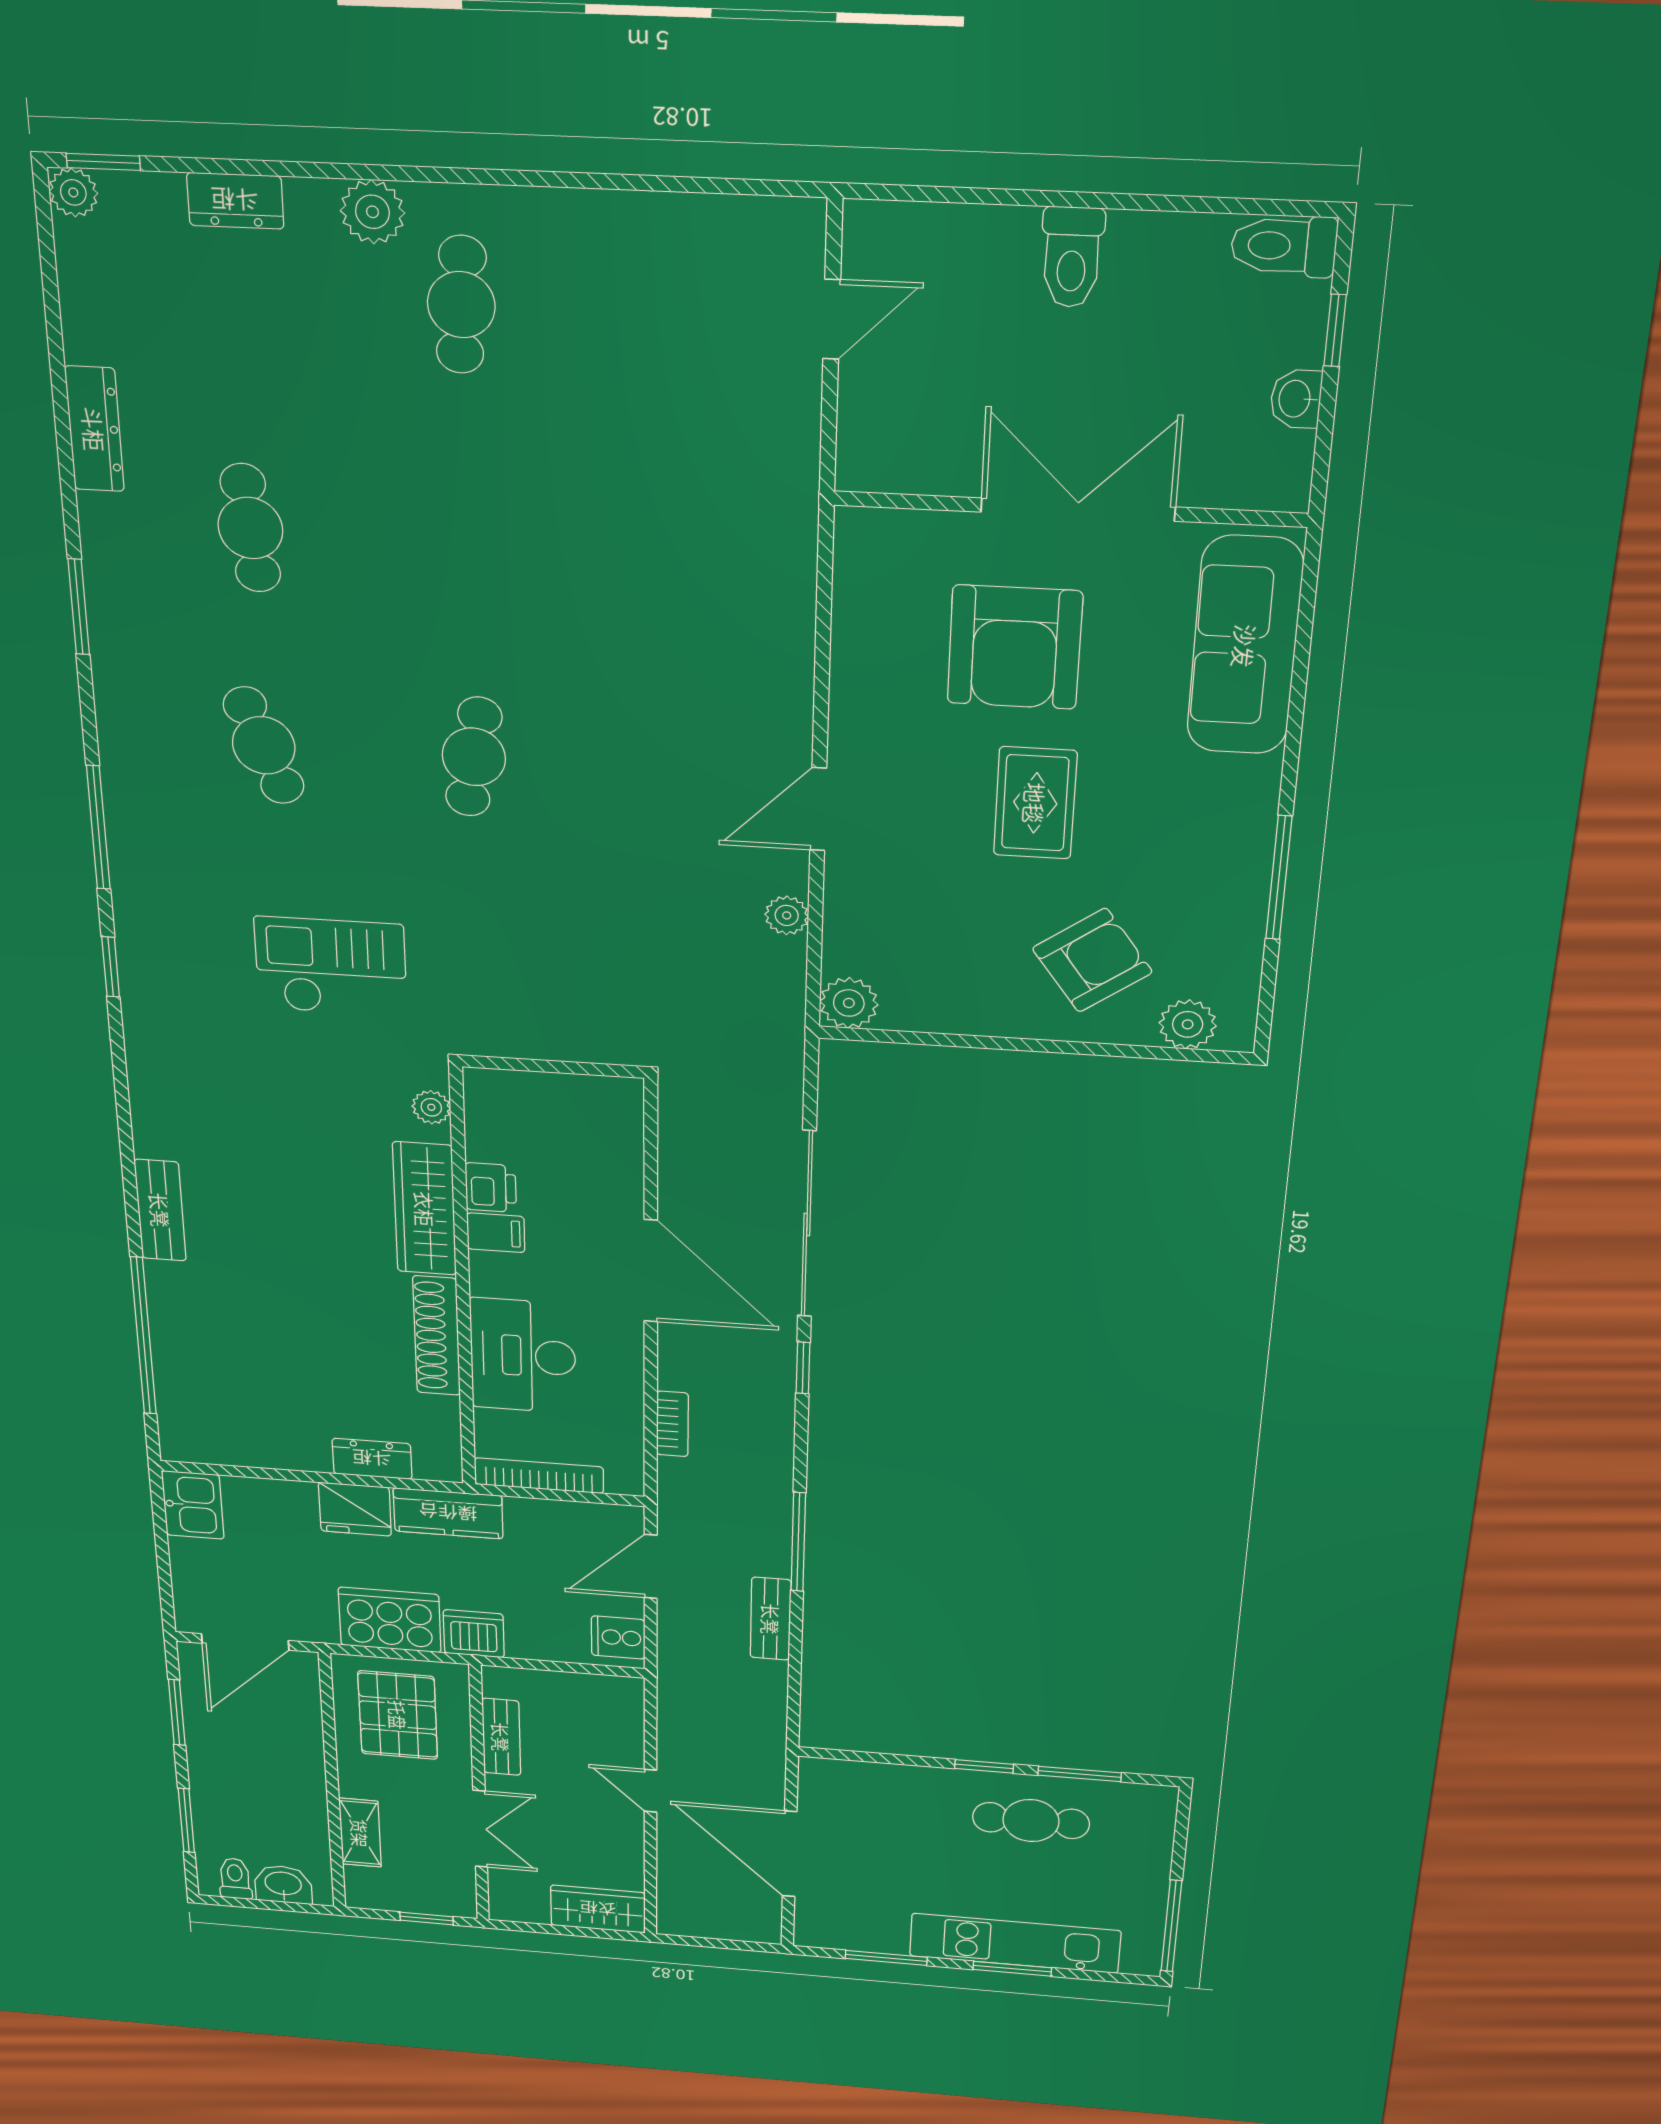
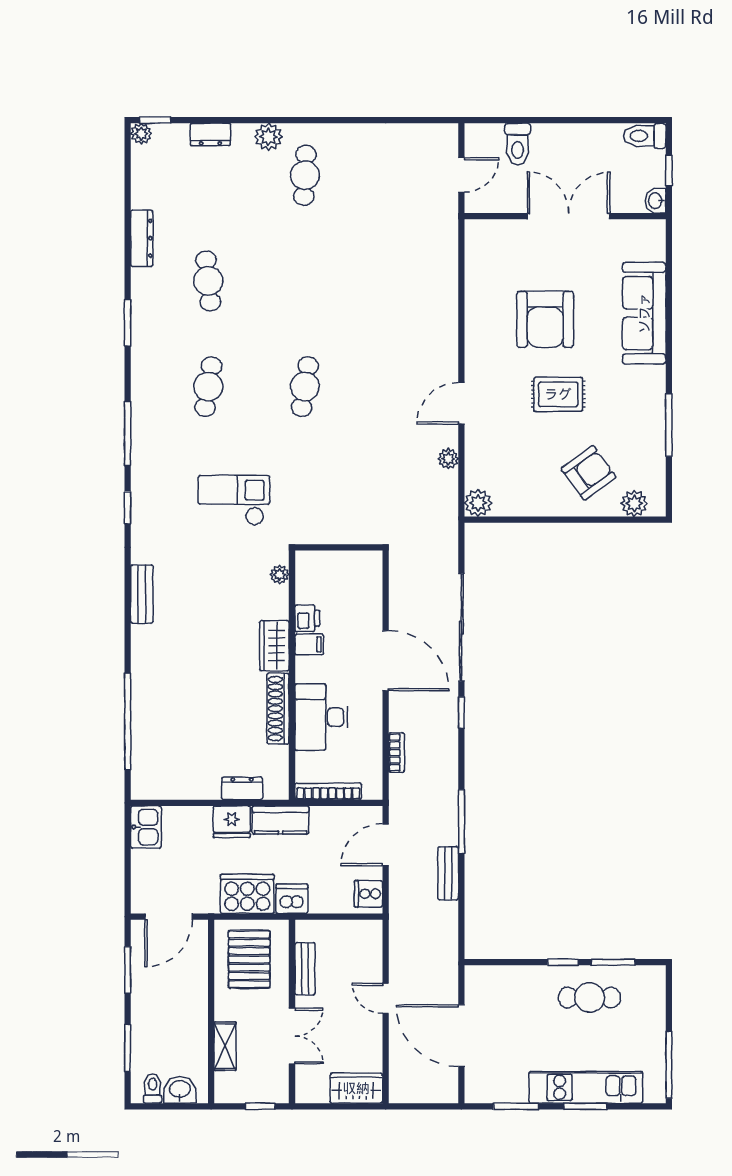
toilet: (1072, 257) -> (518, 144), moved
wall: (1070, 509) -> (565, 216), moved
double door: (1078, 509) -> (569, 216), moved
cafe table: (264, 745) -> (208, 387), turned 30
rug: (1035, 803) -> (558, 394), turned 90
wardrobe: (425, 1209) -> (274, 646), width x0.67
bench: (160, 1210) -> (142, 594), moved

